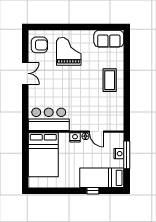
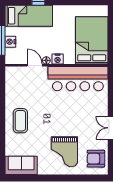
bar counter: (49, 119) -> (78, 79), width x1.36

